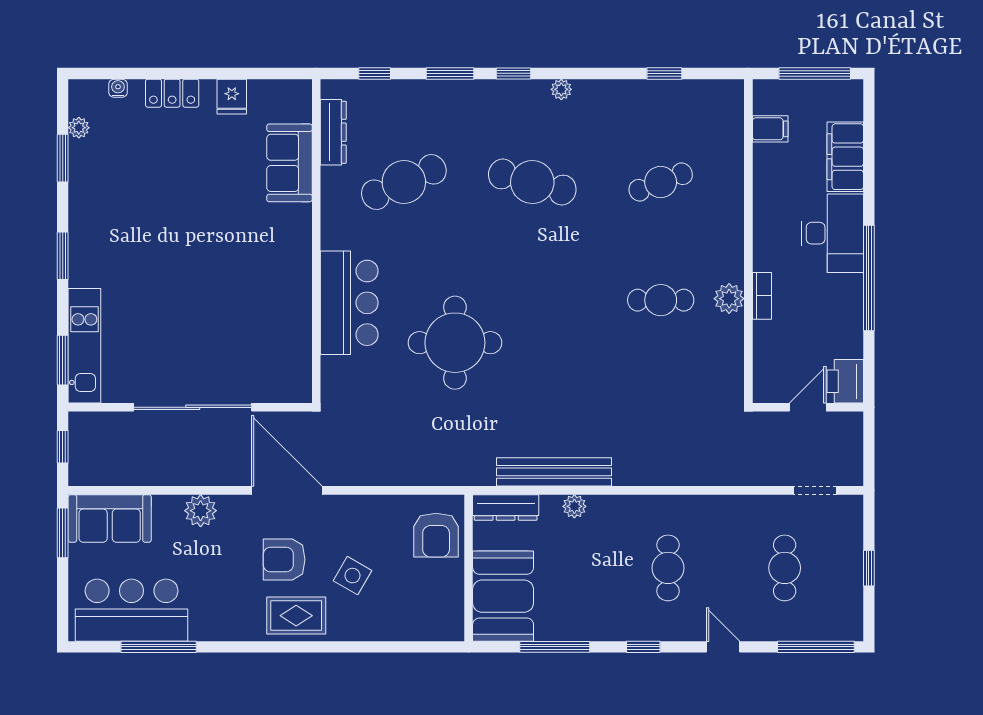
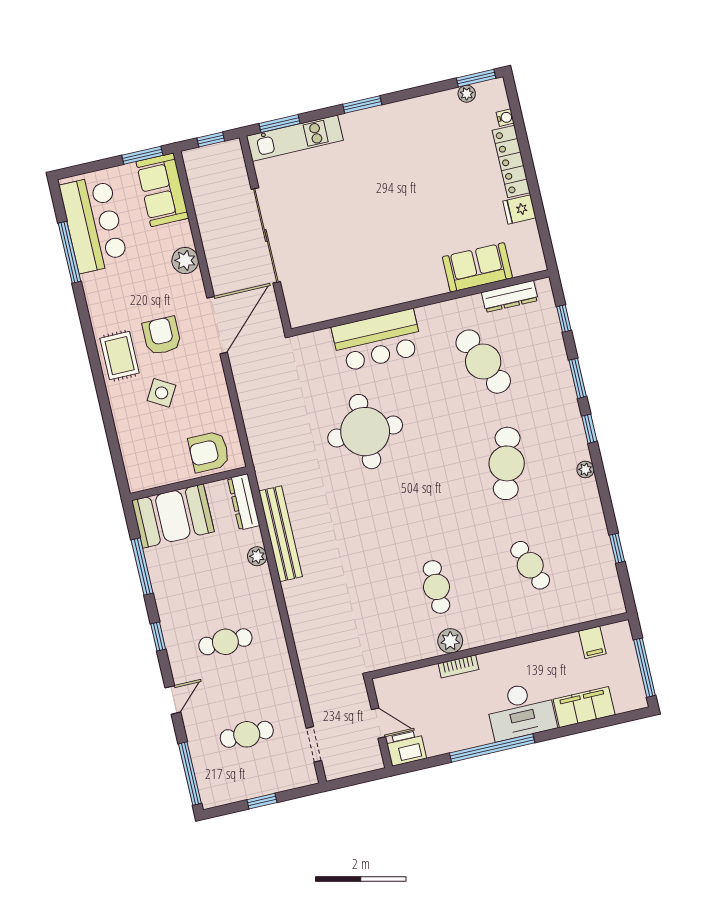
locker: (172, 93) -> (511, 161), width x1.53
window: (63, 158) -> (476, 78), moved

